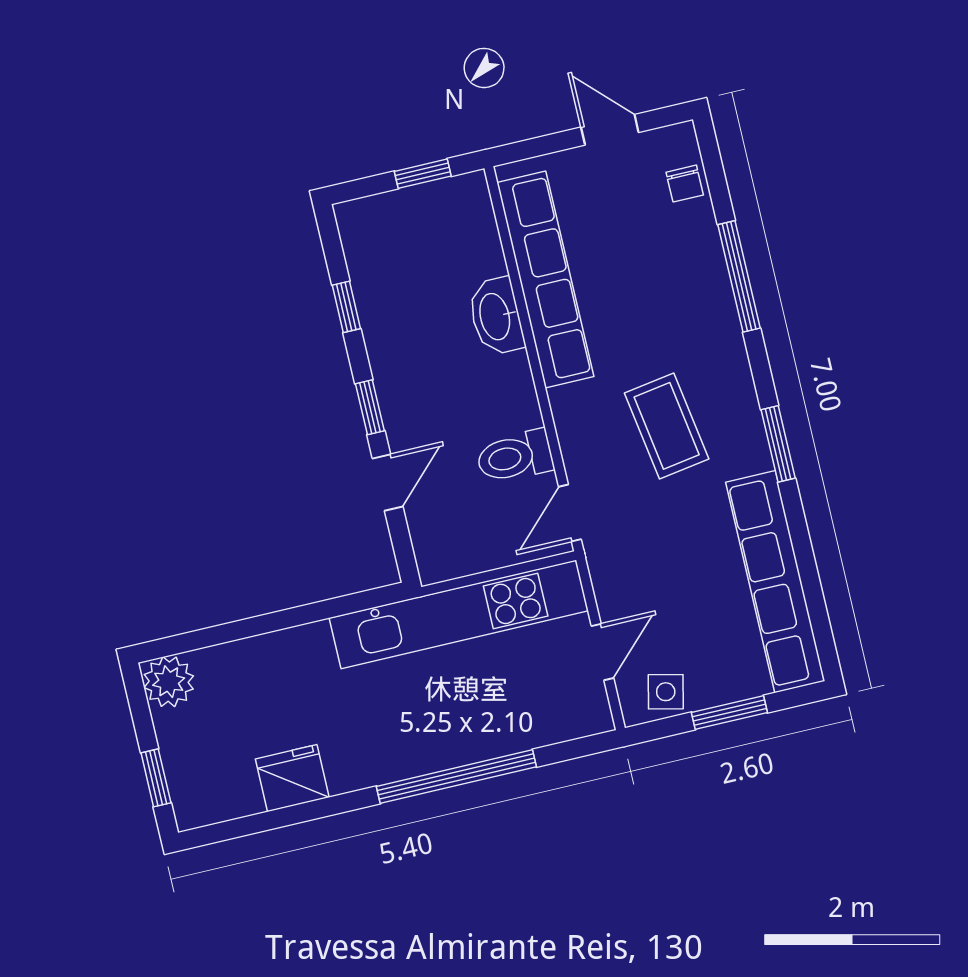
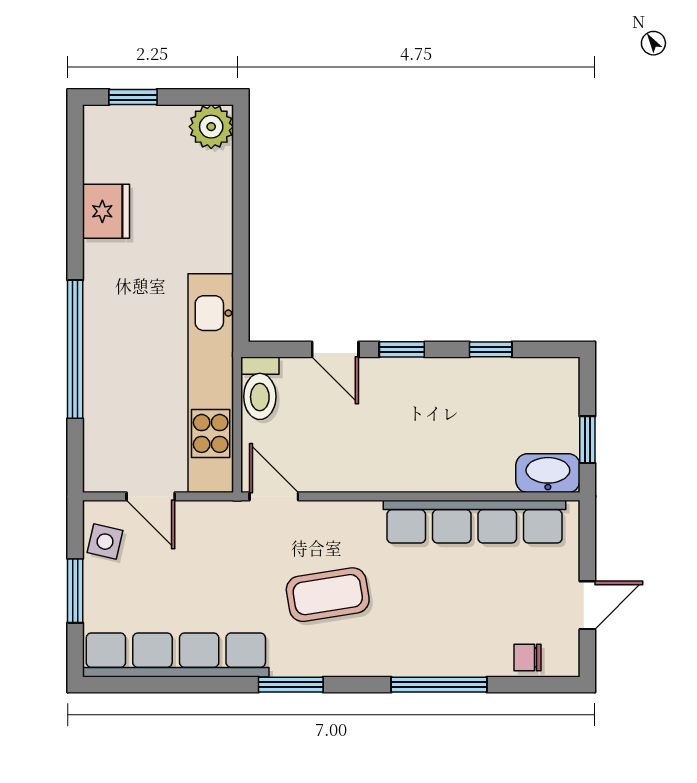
washbasin: (496, 316) -> (548, 473), moved
toilet: (515, 457) -> (260, 388), moved, turned 180

